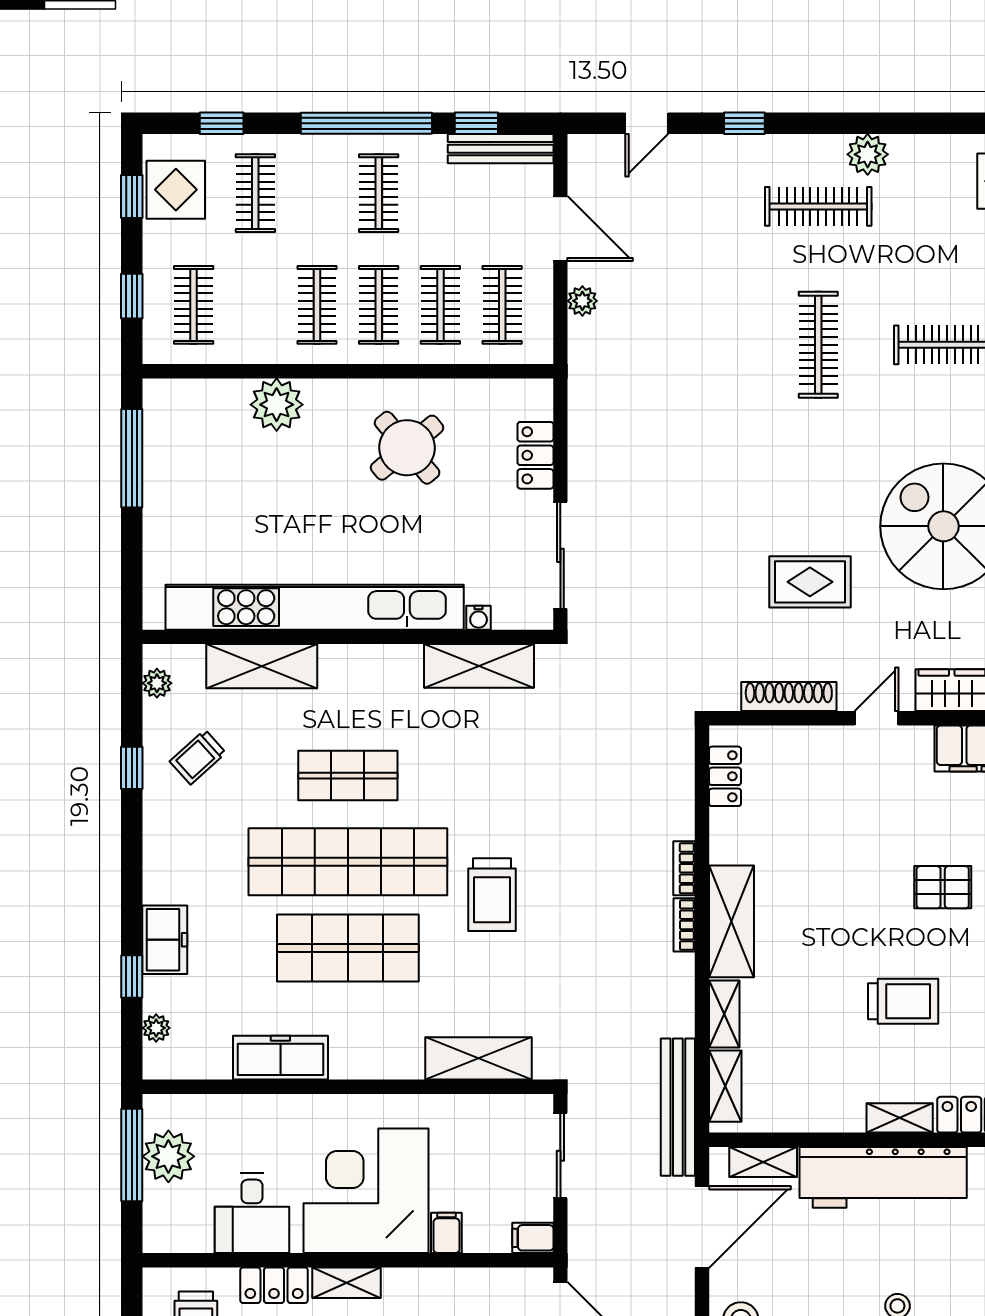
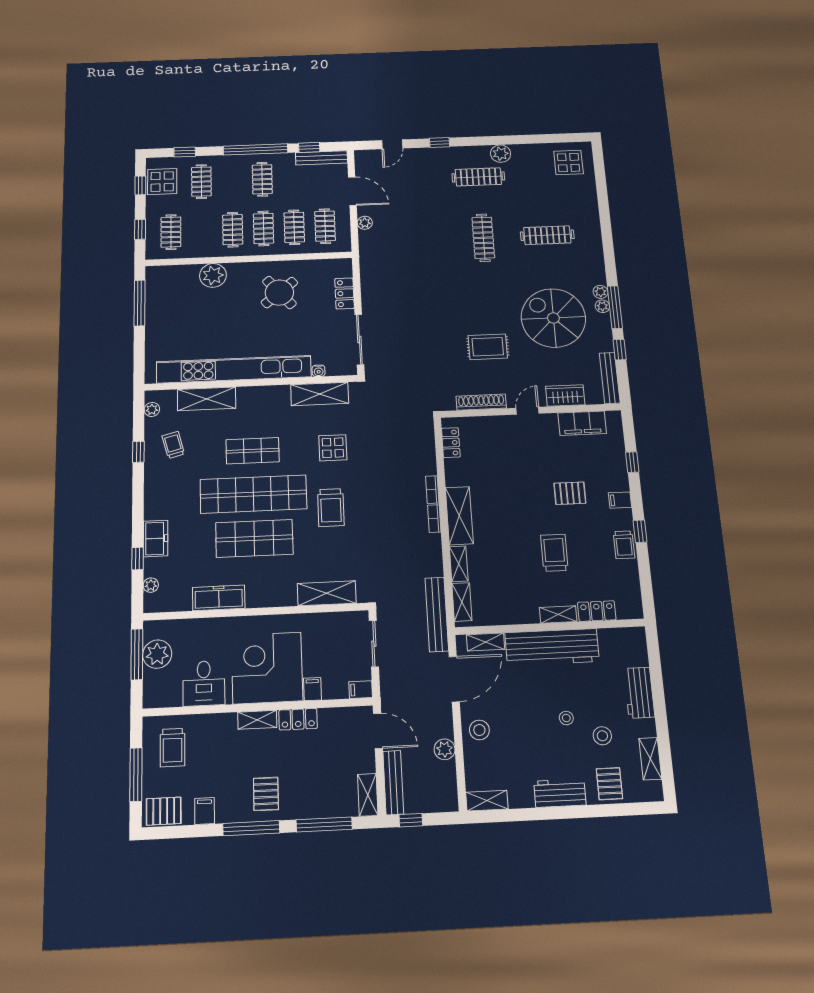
trolley: (198, 757) -> (173, 445), turned 117
display table: (500, 777) -> (333, 448), added
trolley: (903, 1001) -> (554, 553), turned -90
locker: (274, 1285) -> (298, 719), moved

